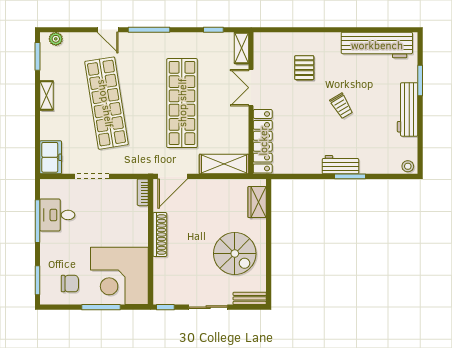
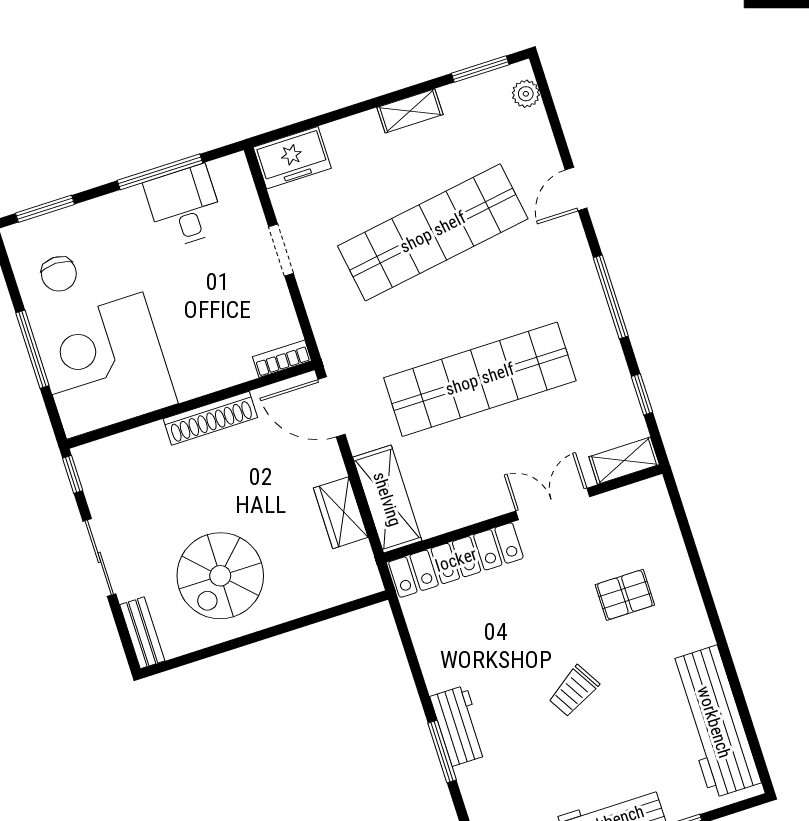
window: (149, 30) -> (611, 297), moved
doorway: (92, 176) -> (281, 250), width x0.73
wardrobe: (257, 202) -> (341, 513), moved, turned -90

